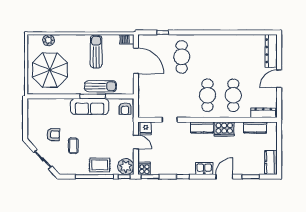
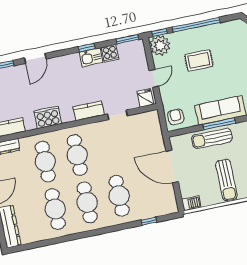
cafe table: (207, 57) -> (87, 202), added
cafe table: (233, 57) -> (55, 209), added
door: (136, 61) -> (172, 167), moved
kitchen counter: (202, 127) -> (89, 111), moved
door: (136, 142) -> (154, 78), swing flipped
coffee table: (73, 146) -> (230, 58), removed
rug: (100, 165) -> (199, 60), moved
cooker: (144, 168) -> (110, 53), moved
kitchen sink: (204, 168) -> (91, 57), moved

